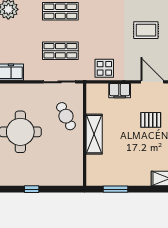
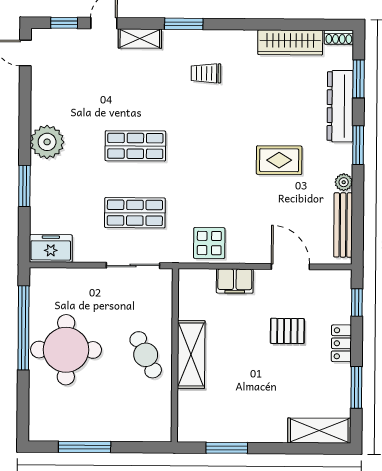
rug: (146, 30) -> (279, 160), moved
cafe table: (66, 116) -> (146, 355), moved
window: (32, 189) -> (85, 447), width x2.17

